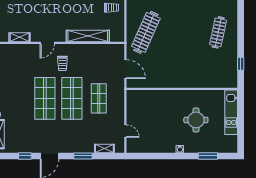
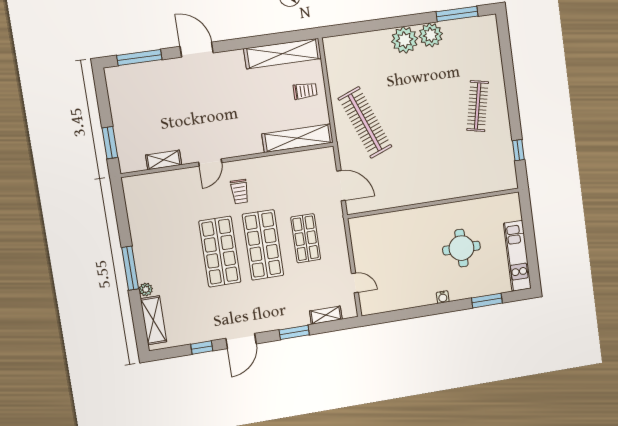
clothes rail: (146, 32) -> (365, 123), turned -45
shelving: (88, 36) -> (298, 138), moved
kitchen unit: (231, 112) -> (517, 256), moved

